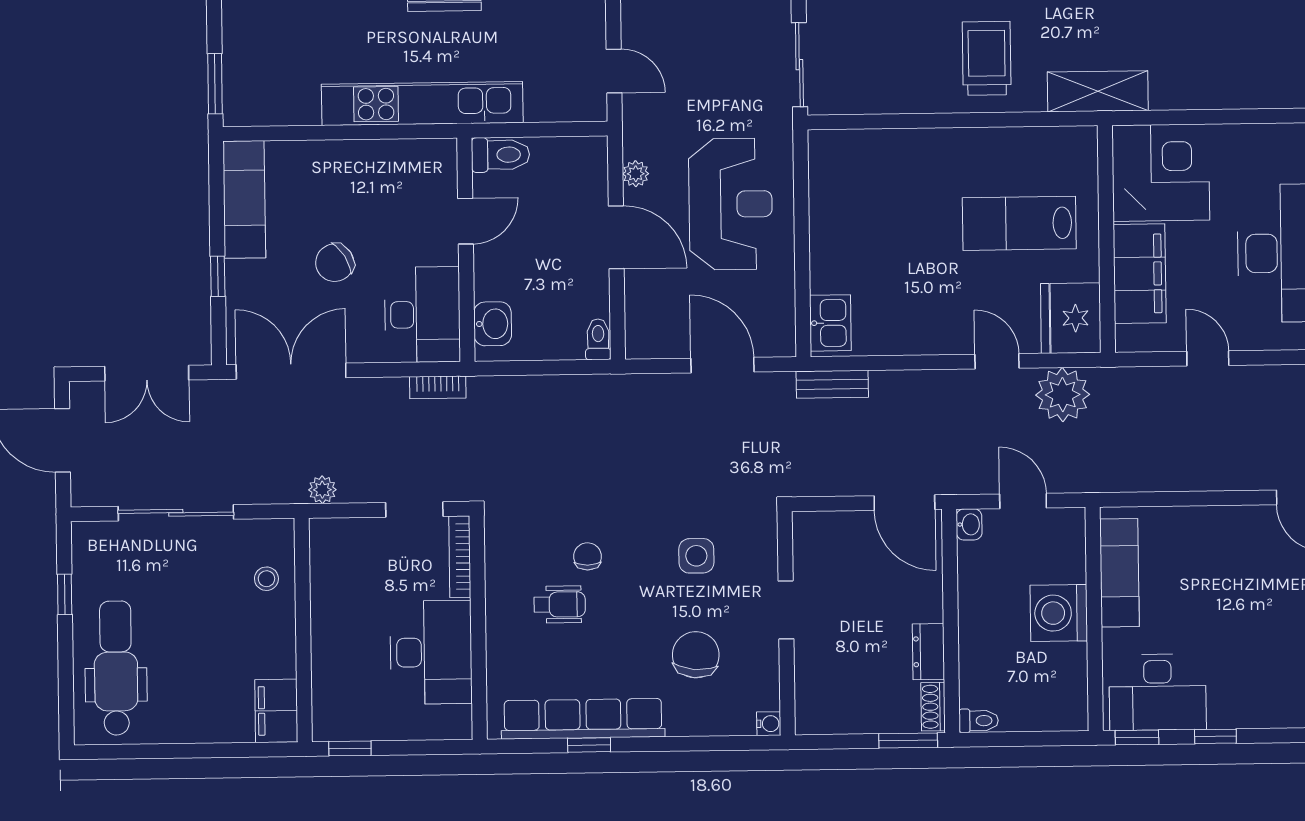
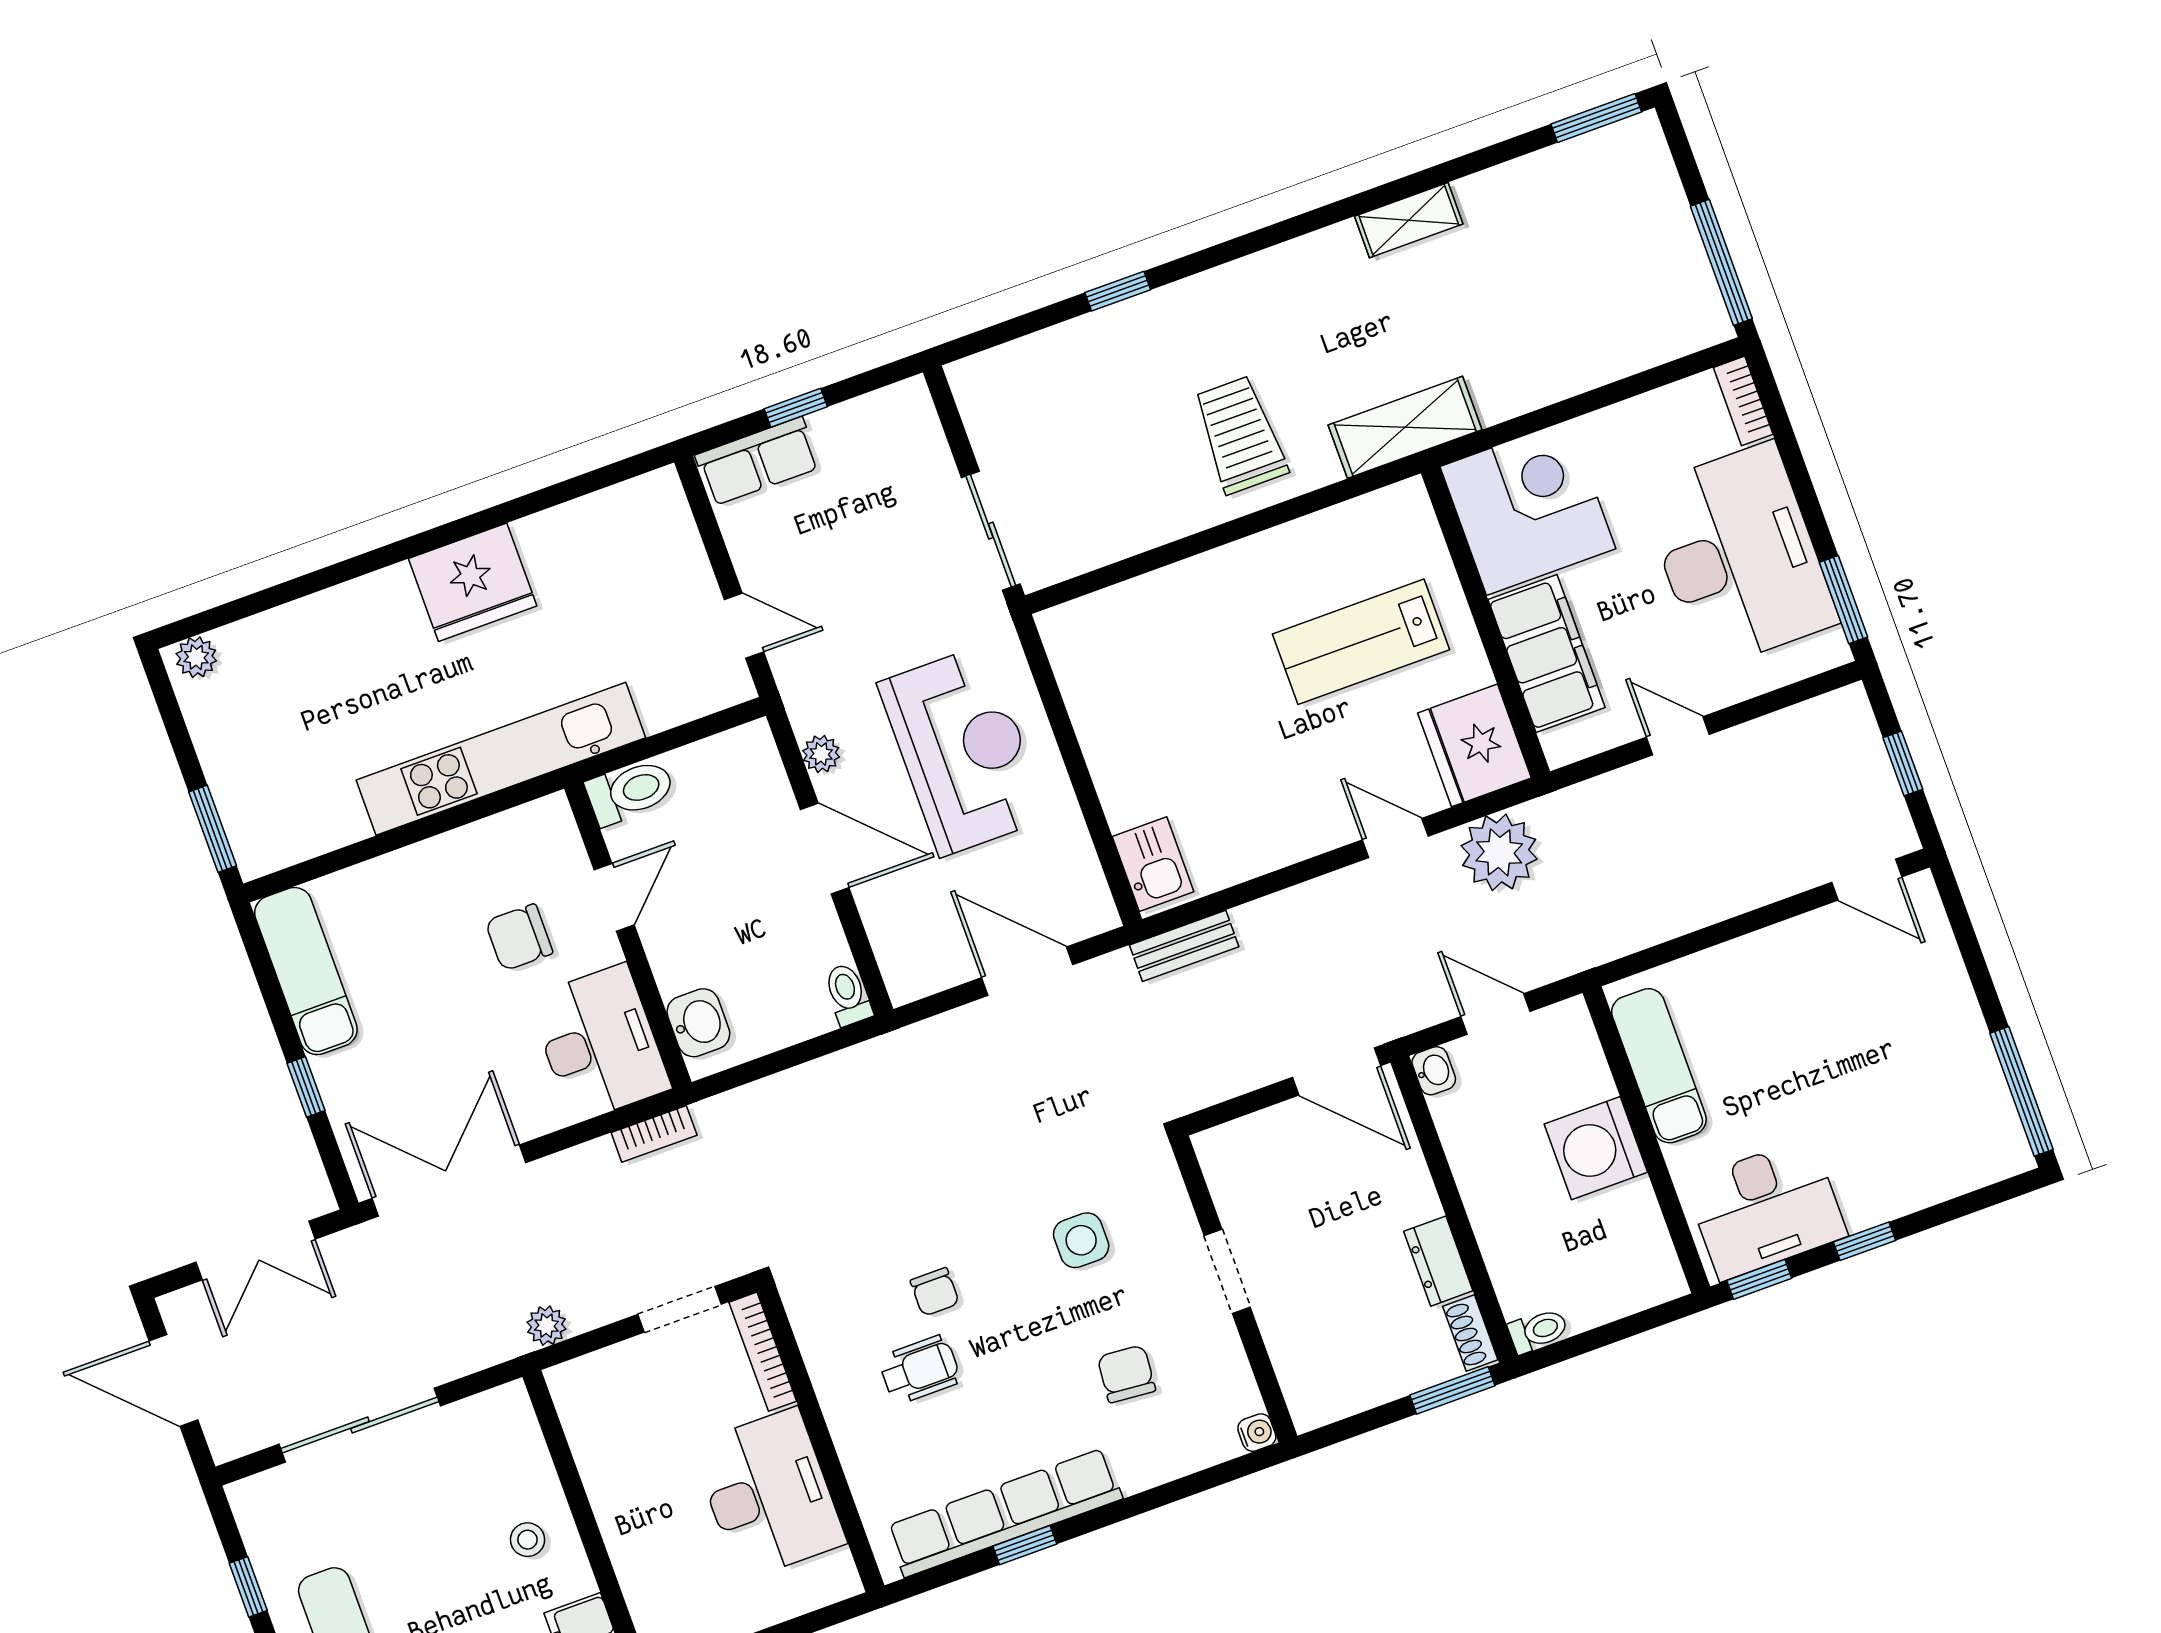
chair: (335, 263) -> (519, 937), moved, turned 32
chair: (588, 556) -> (935, 1292), turned 180
stool: (266, 579) -> (528, 1540), moved
chair: (696, 655) -> (1126, 1374), width x0.73, depth x0.73

